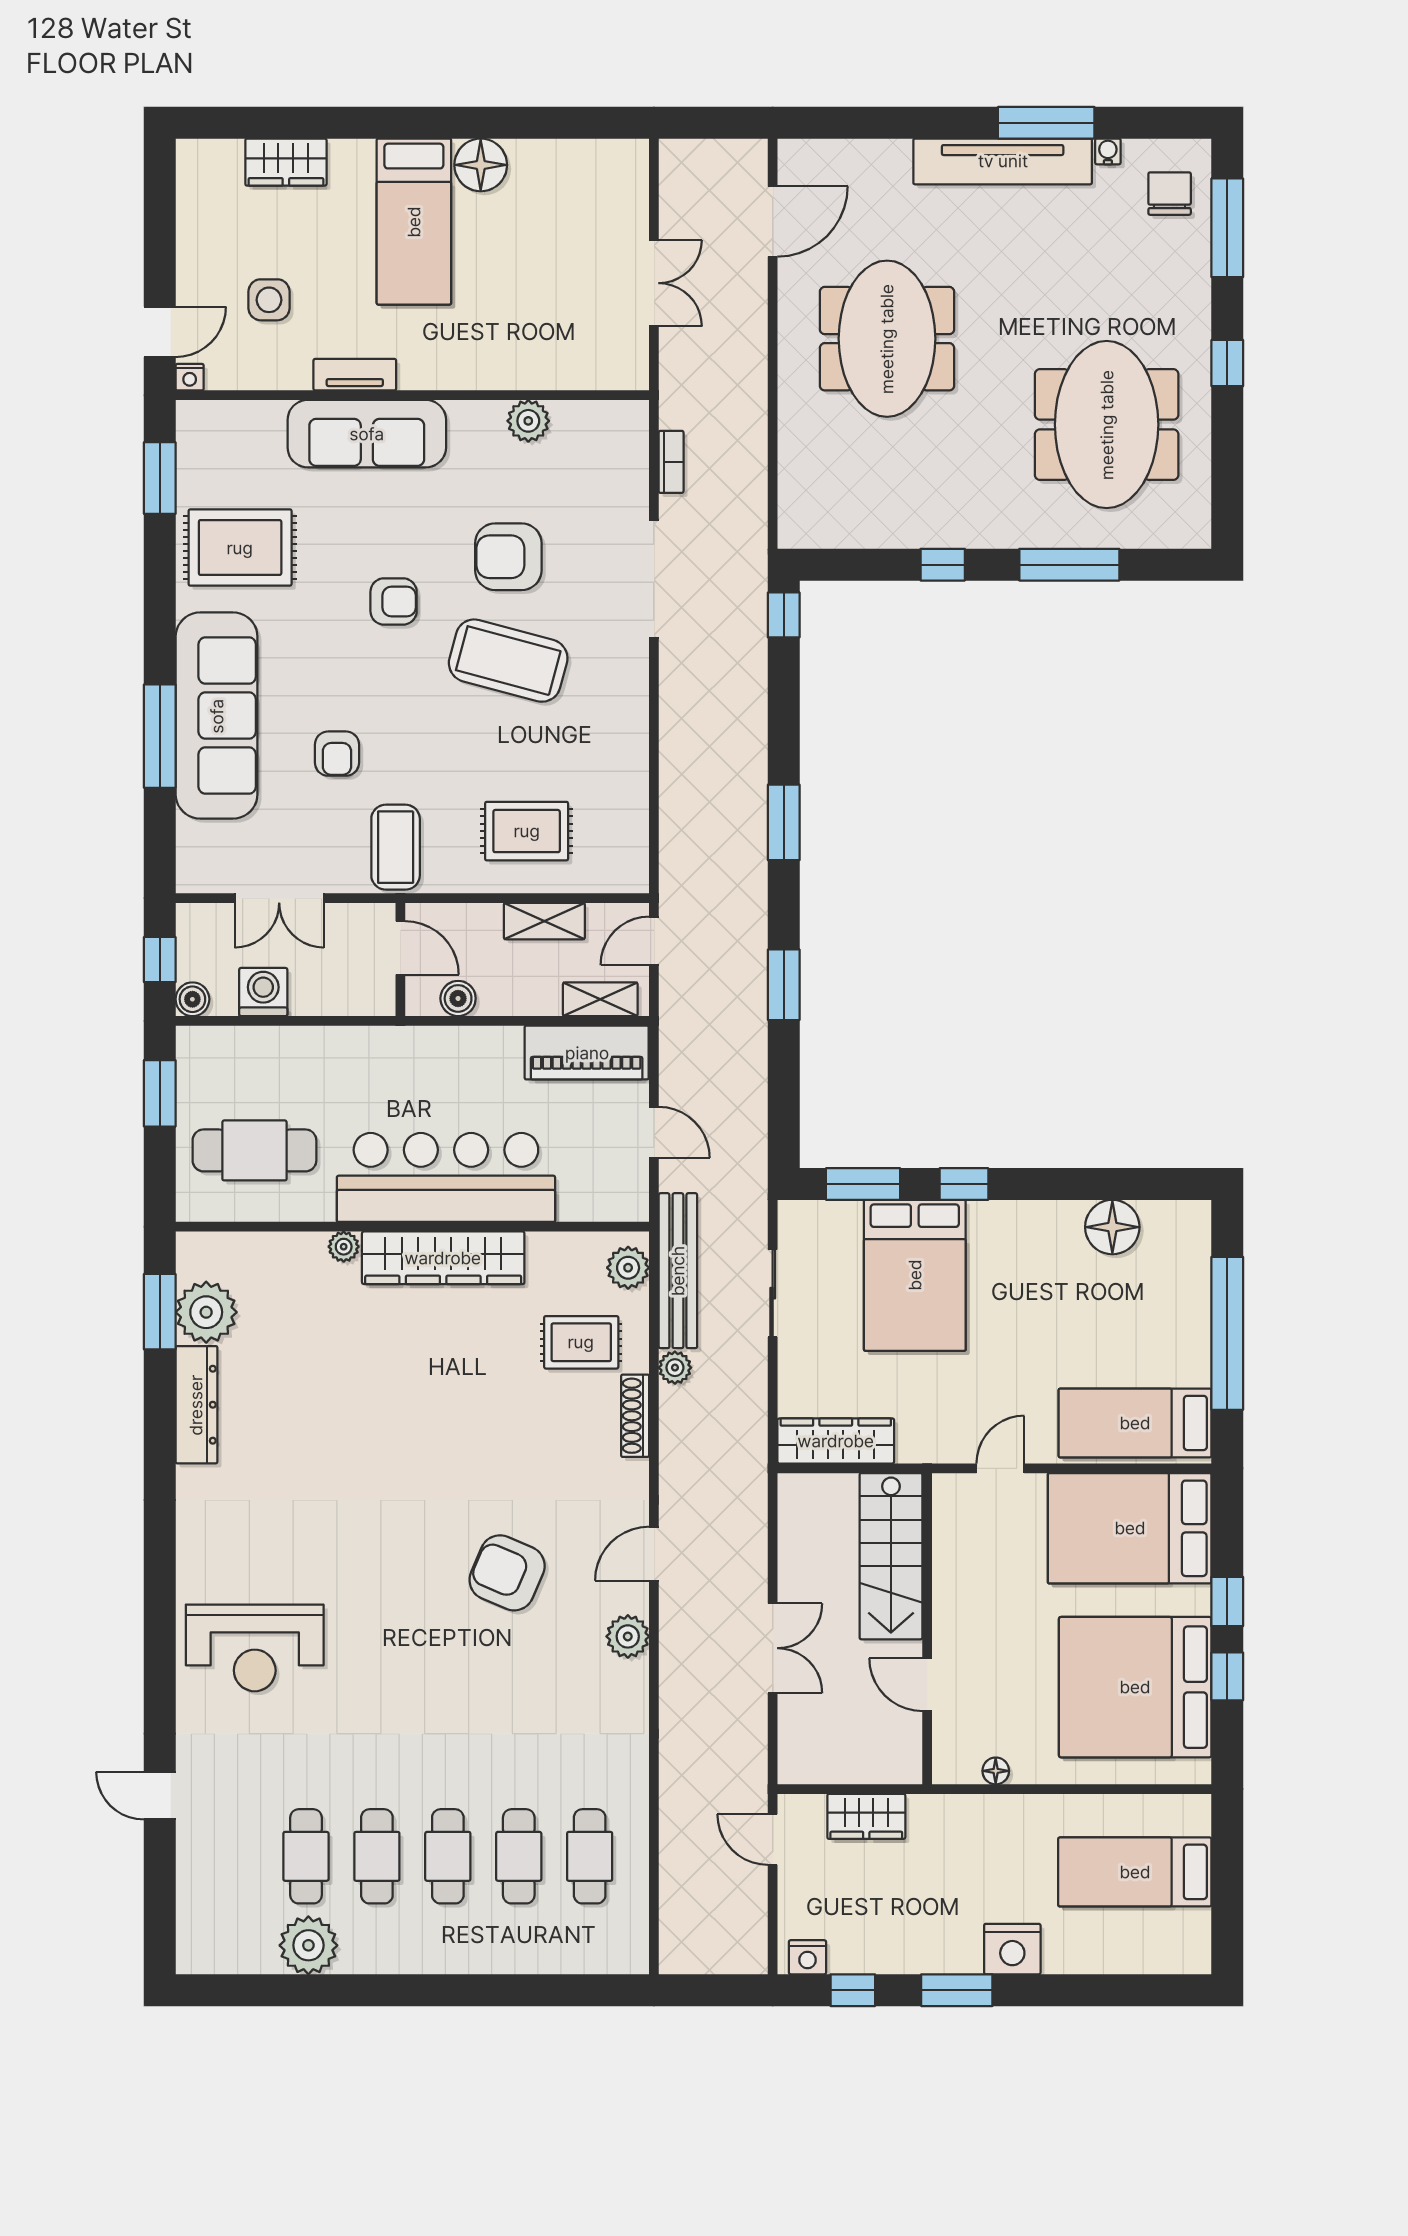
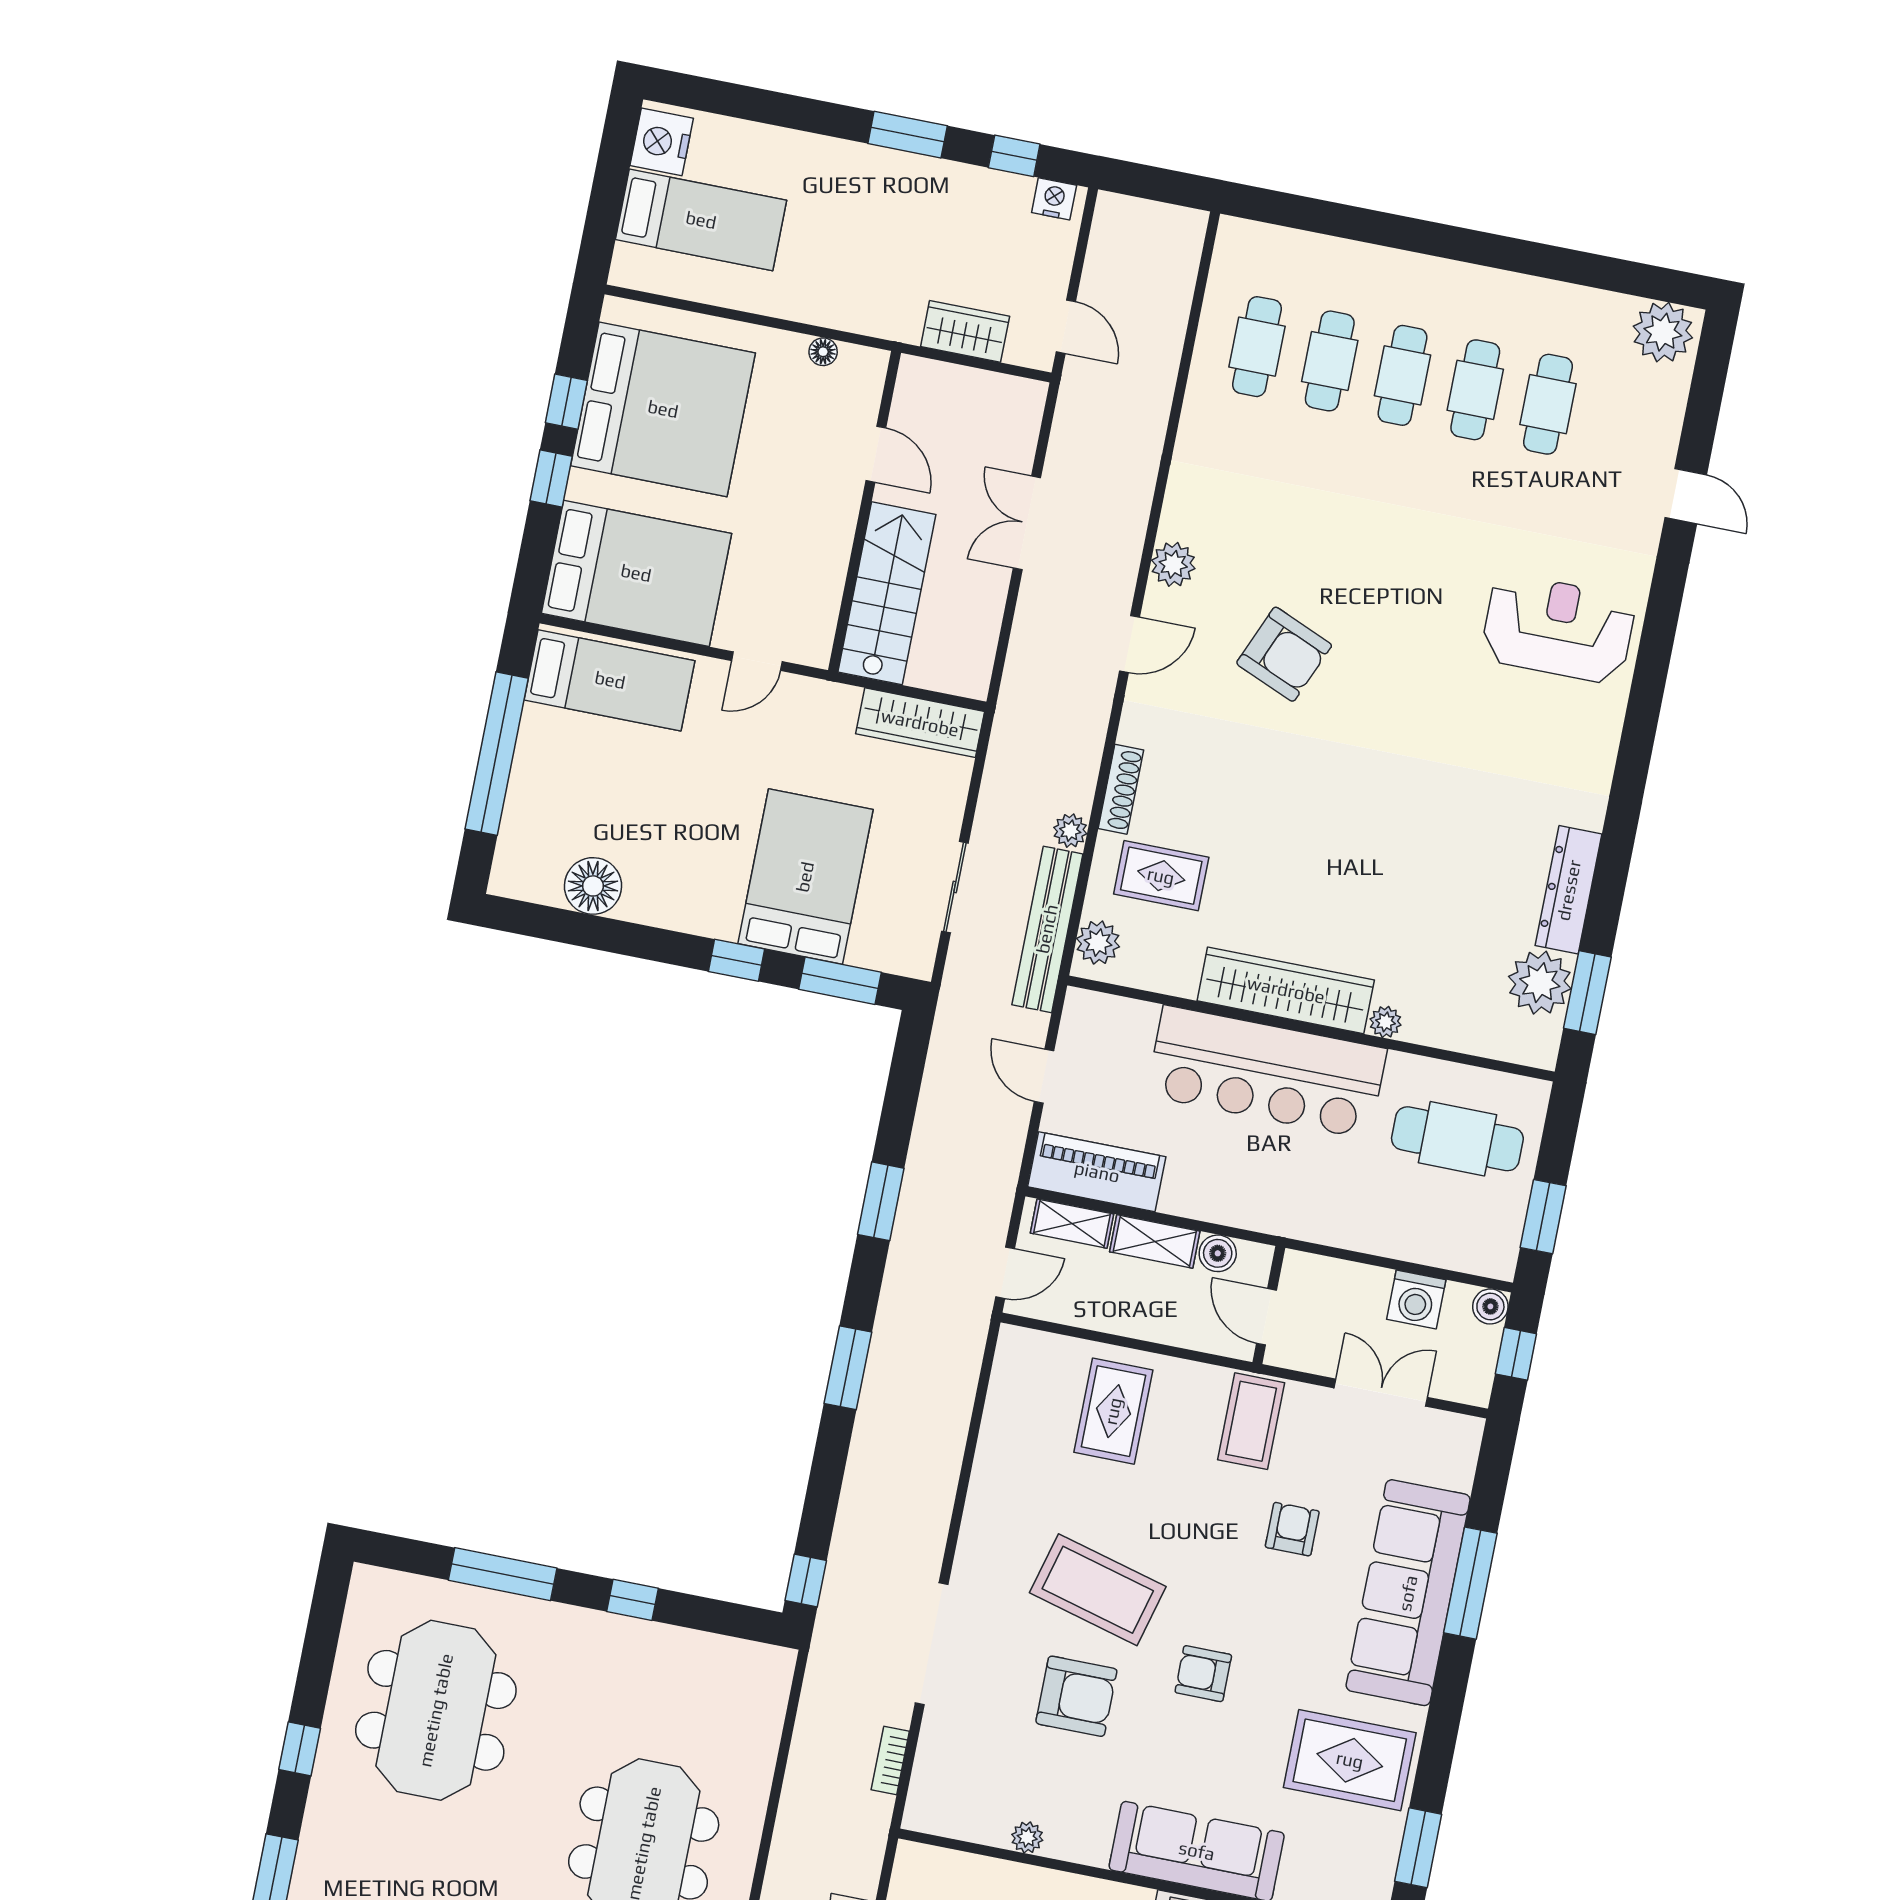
plant: (528, 421) -> (1027, 1837), width x0.73, depth x0.73
rug: (527, 831) -> (1113, 1411), turned 90
shelving: (544, 921) -> (1155, 1241), moved
plant: (308, 1945) -> (1663, 332), moved
nightstand: (1012, 1949) -> (662, 142), moved, turned -90

